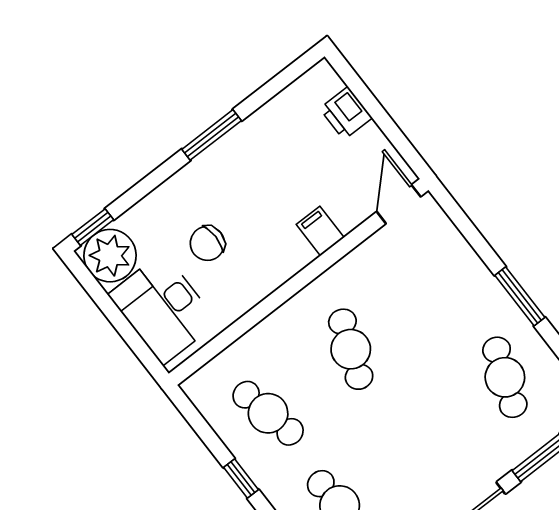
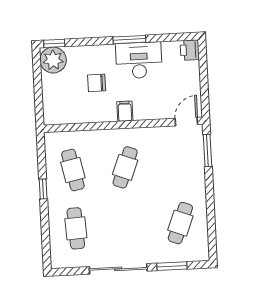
printer: (346, 113) -> (190, 50), moved
filing cabinet: (320, 231) -> (125, 111), moved
window: (520, 296) -> (208, 150), moved
desk: (163, 308) -> (139, 60), moved, turned 90

